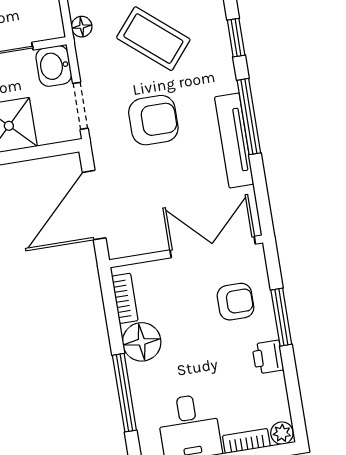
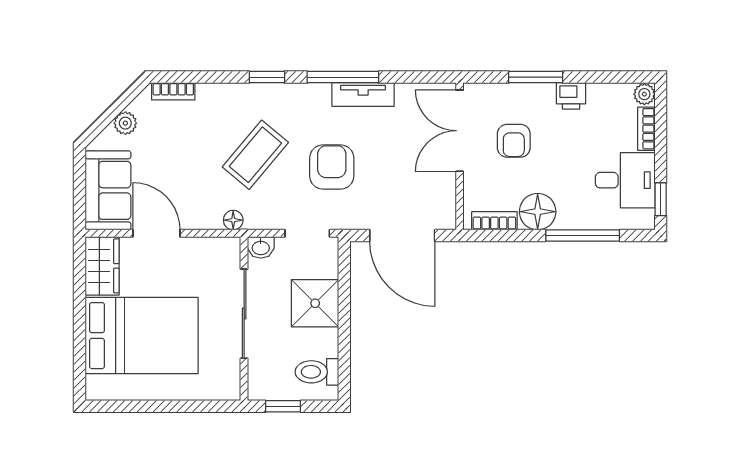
washbasin: (54, 66) -> (261, 247), width x0.72, depth x0.69
tv unit: (234, 141) -> (363, 95), width x0.71
armchair: (235, 302) -> (514, 141), moved, turned 180

